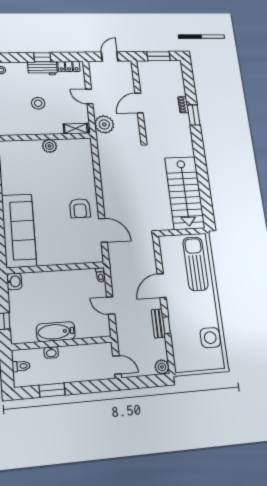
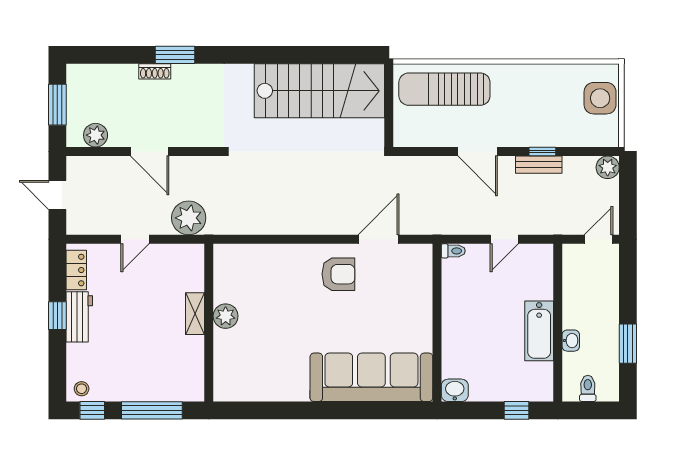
plant: (145, 75) -> (96, 135), added
stool: (38, 103) -> (146, 329), removed
shelving: (76, 129) -> (195, 314), moved
side table: (210, 338) -> (600, 98), moved

